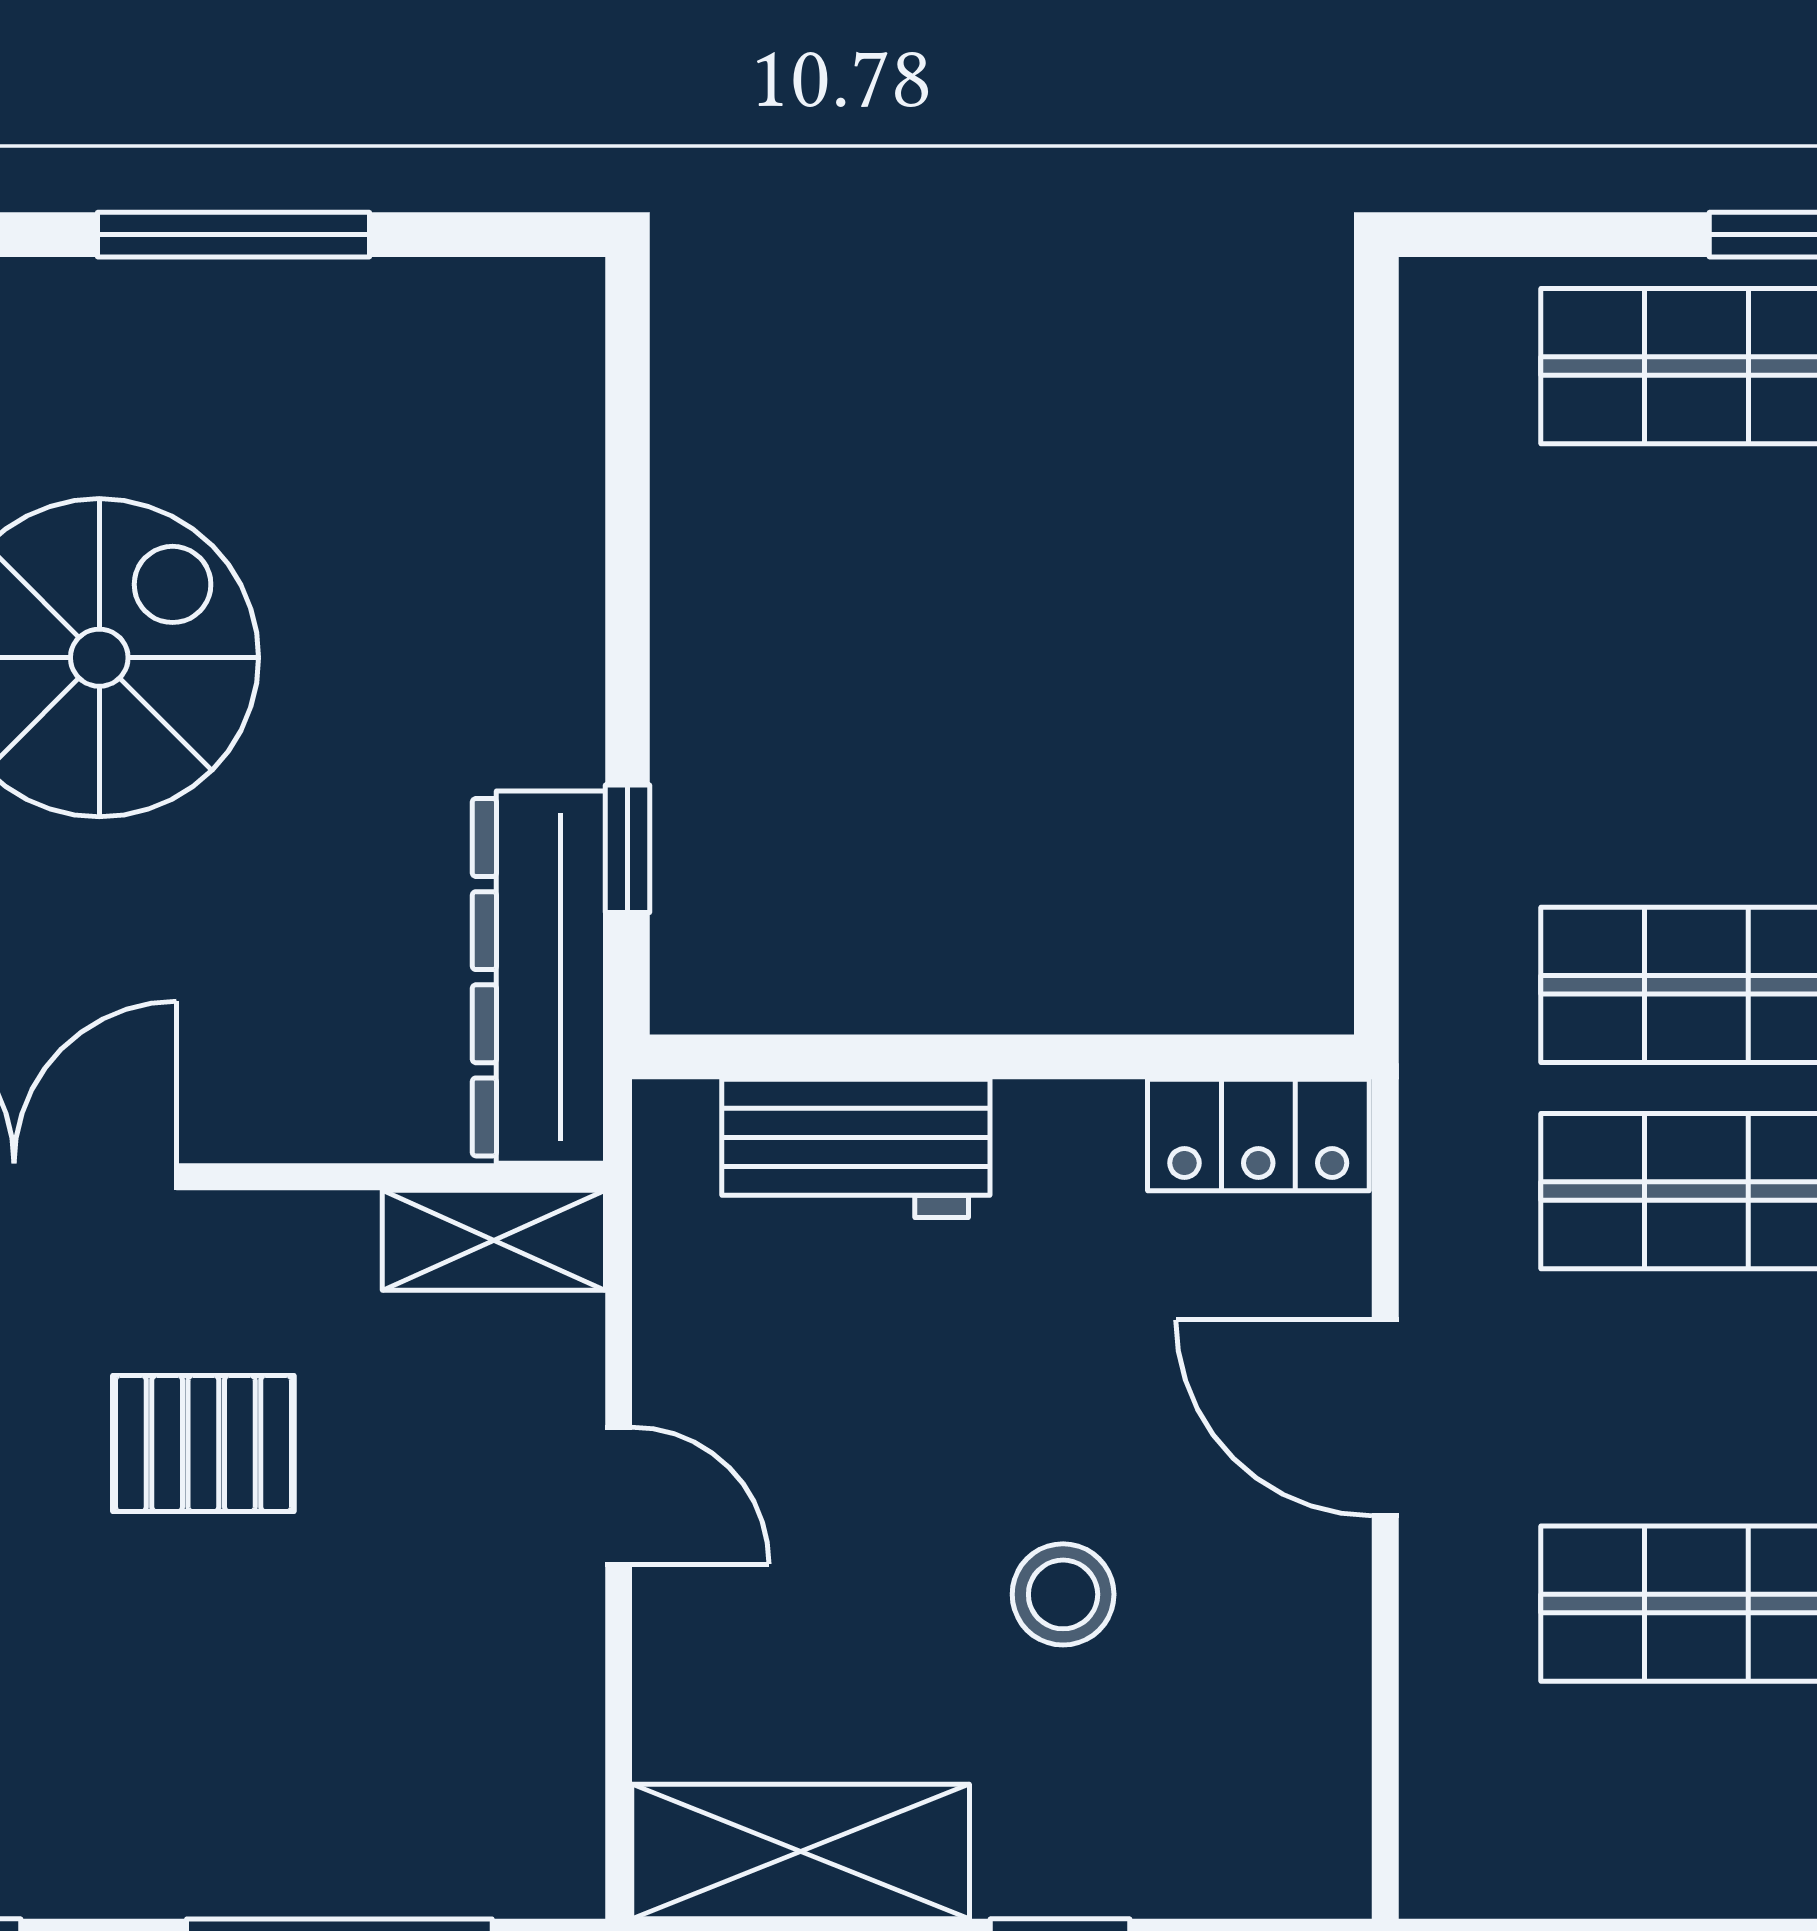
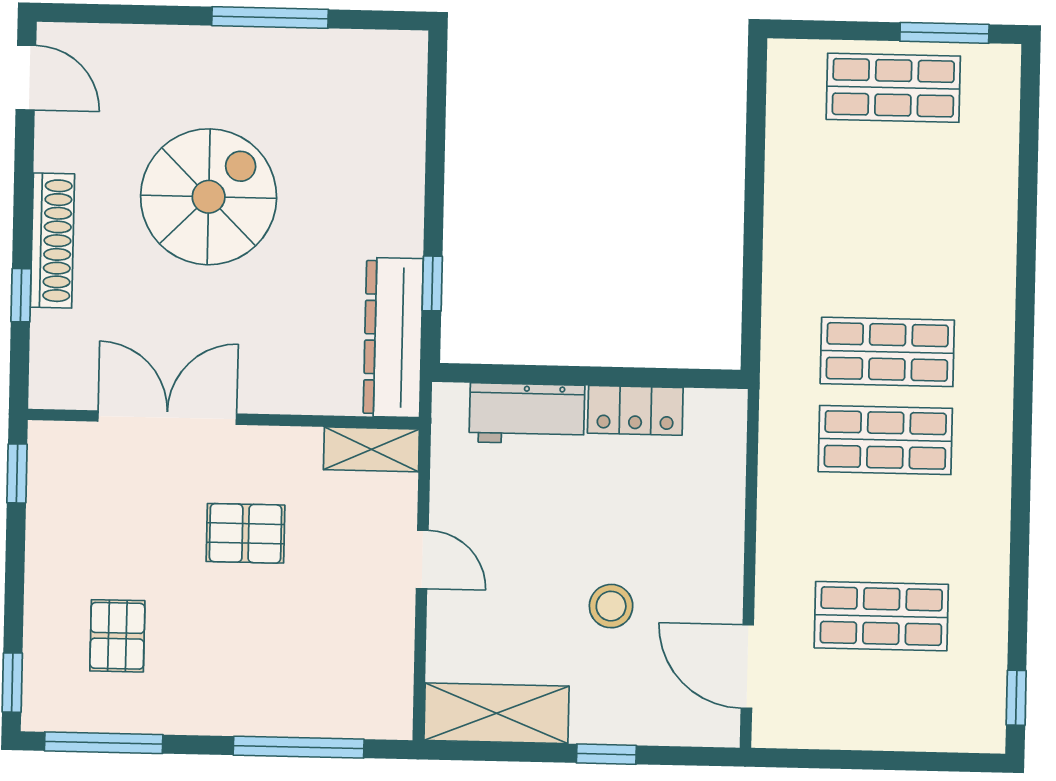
locker: (1258, 1135) -> (635, 410), moved
door: (1385, 1418) -> (747, 666), moved

